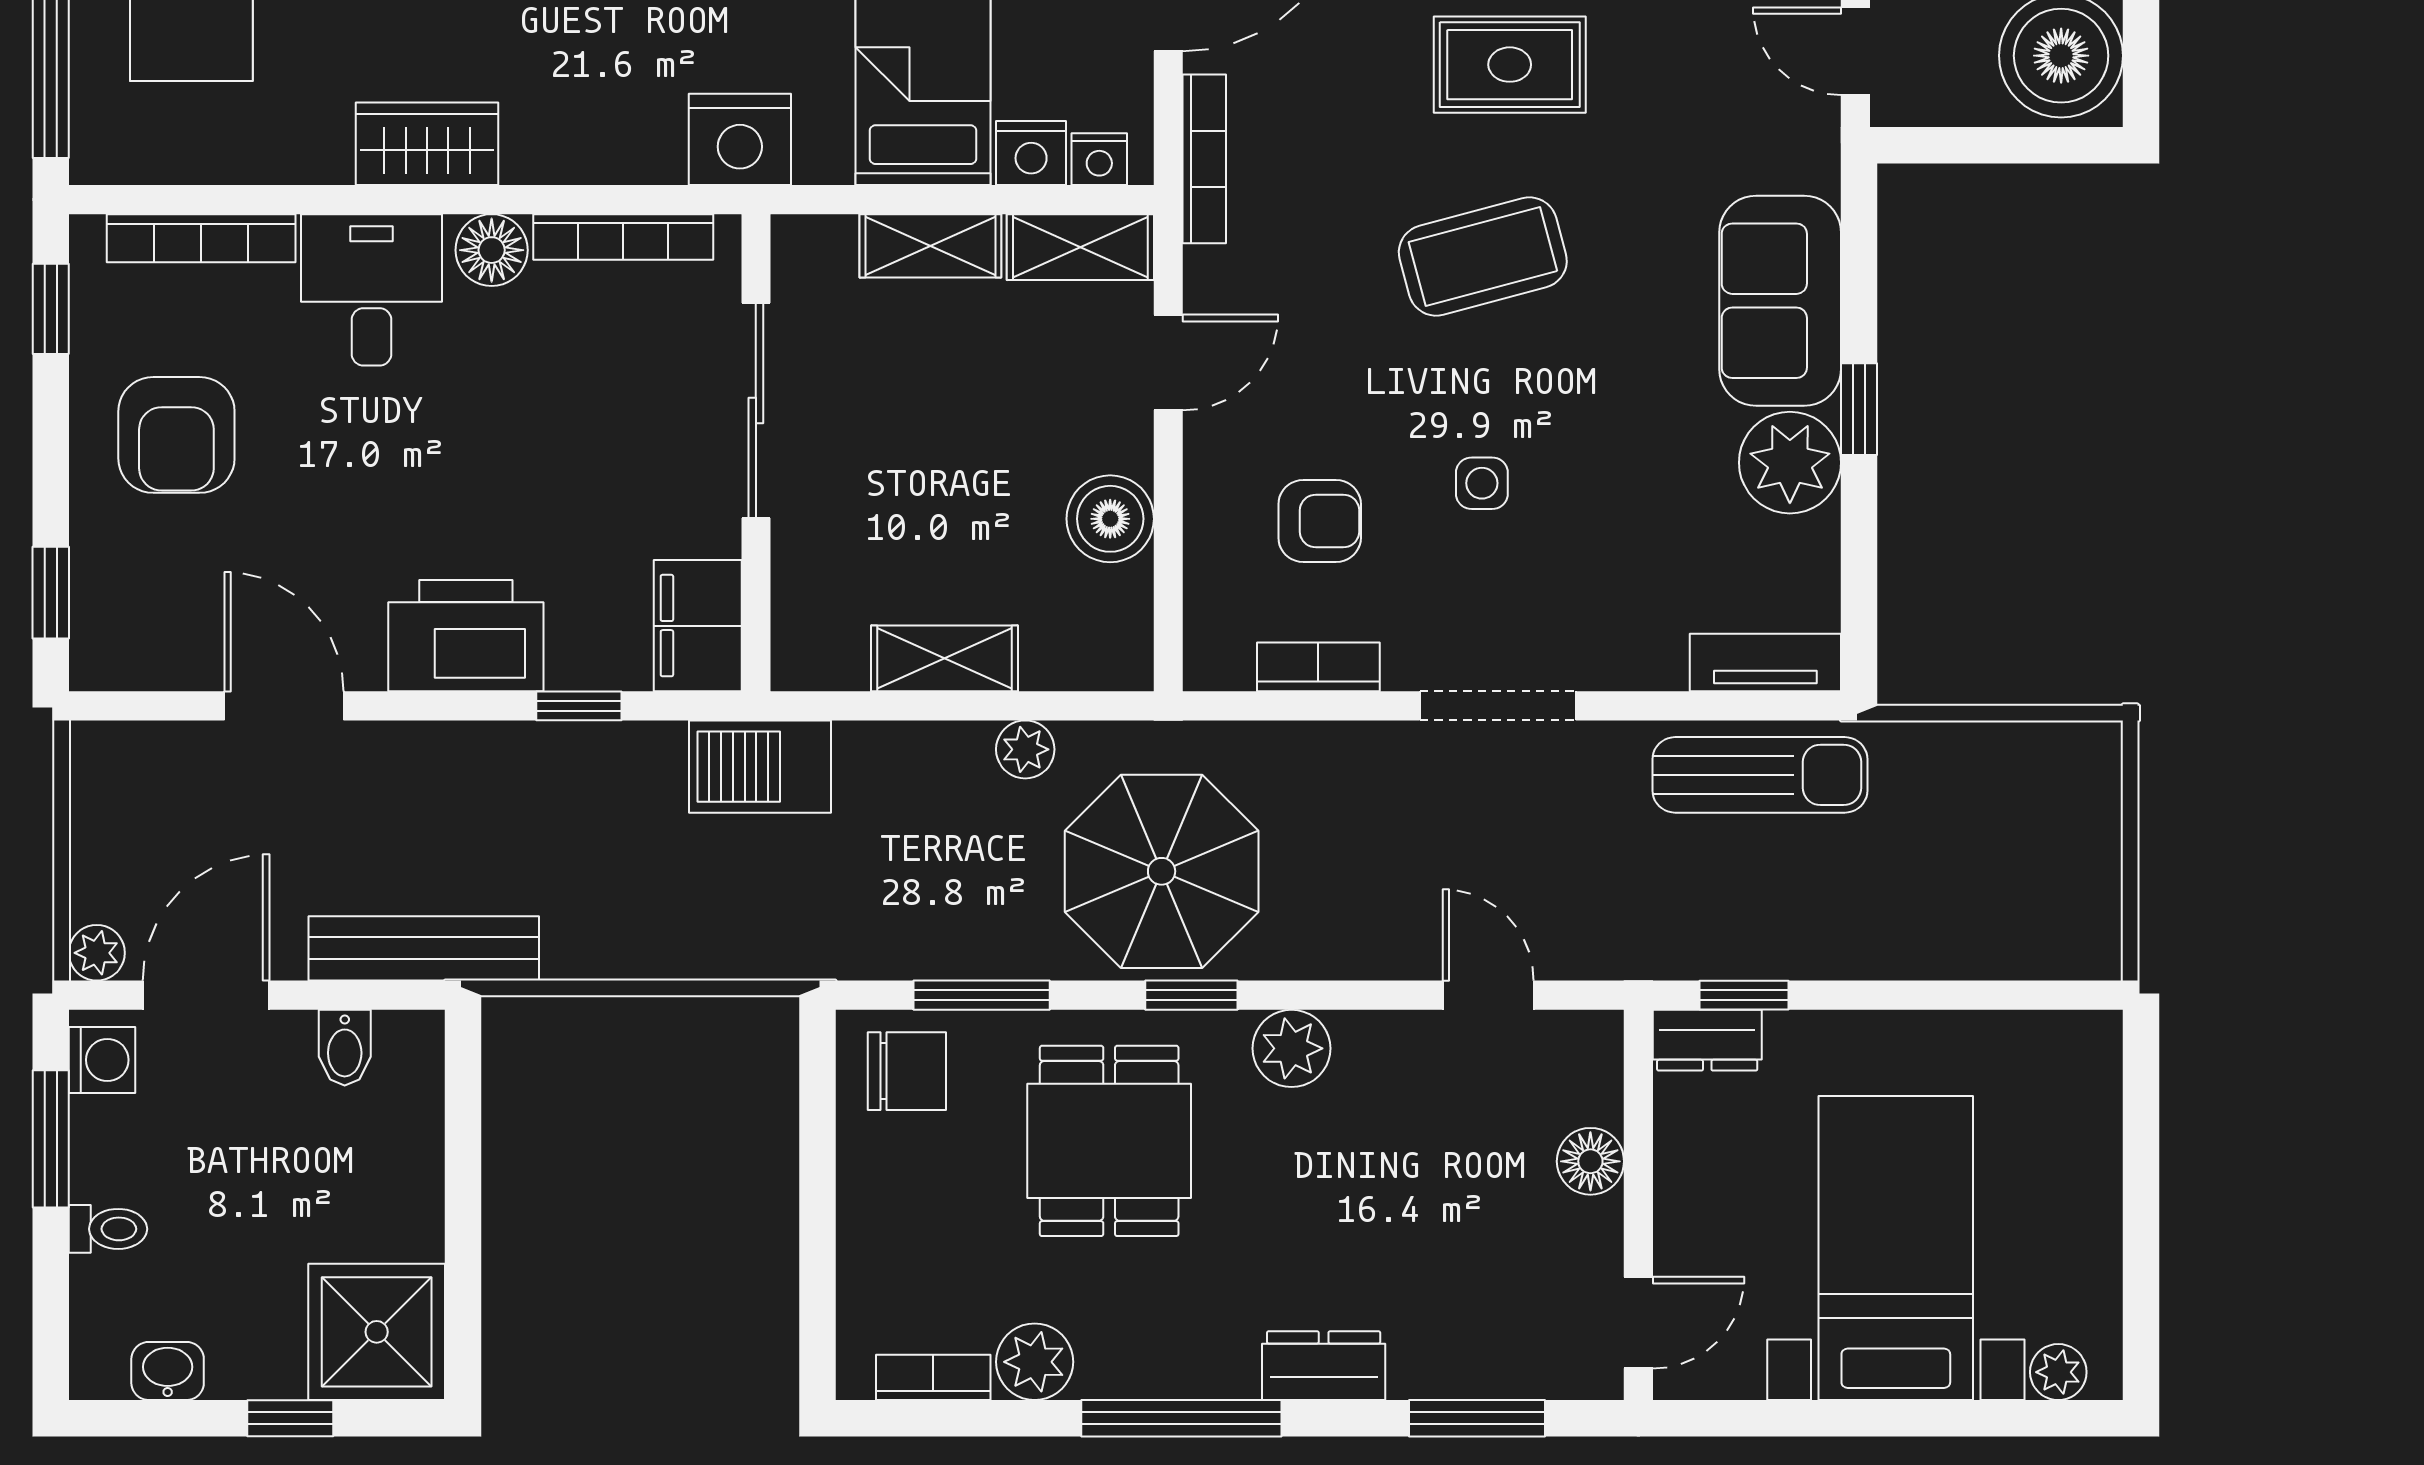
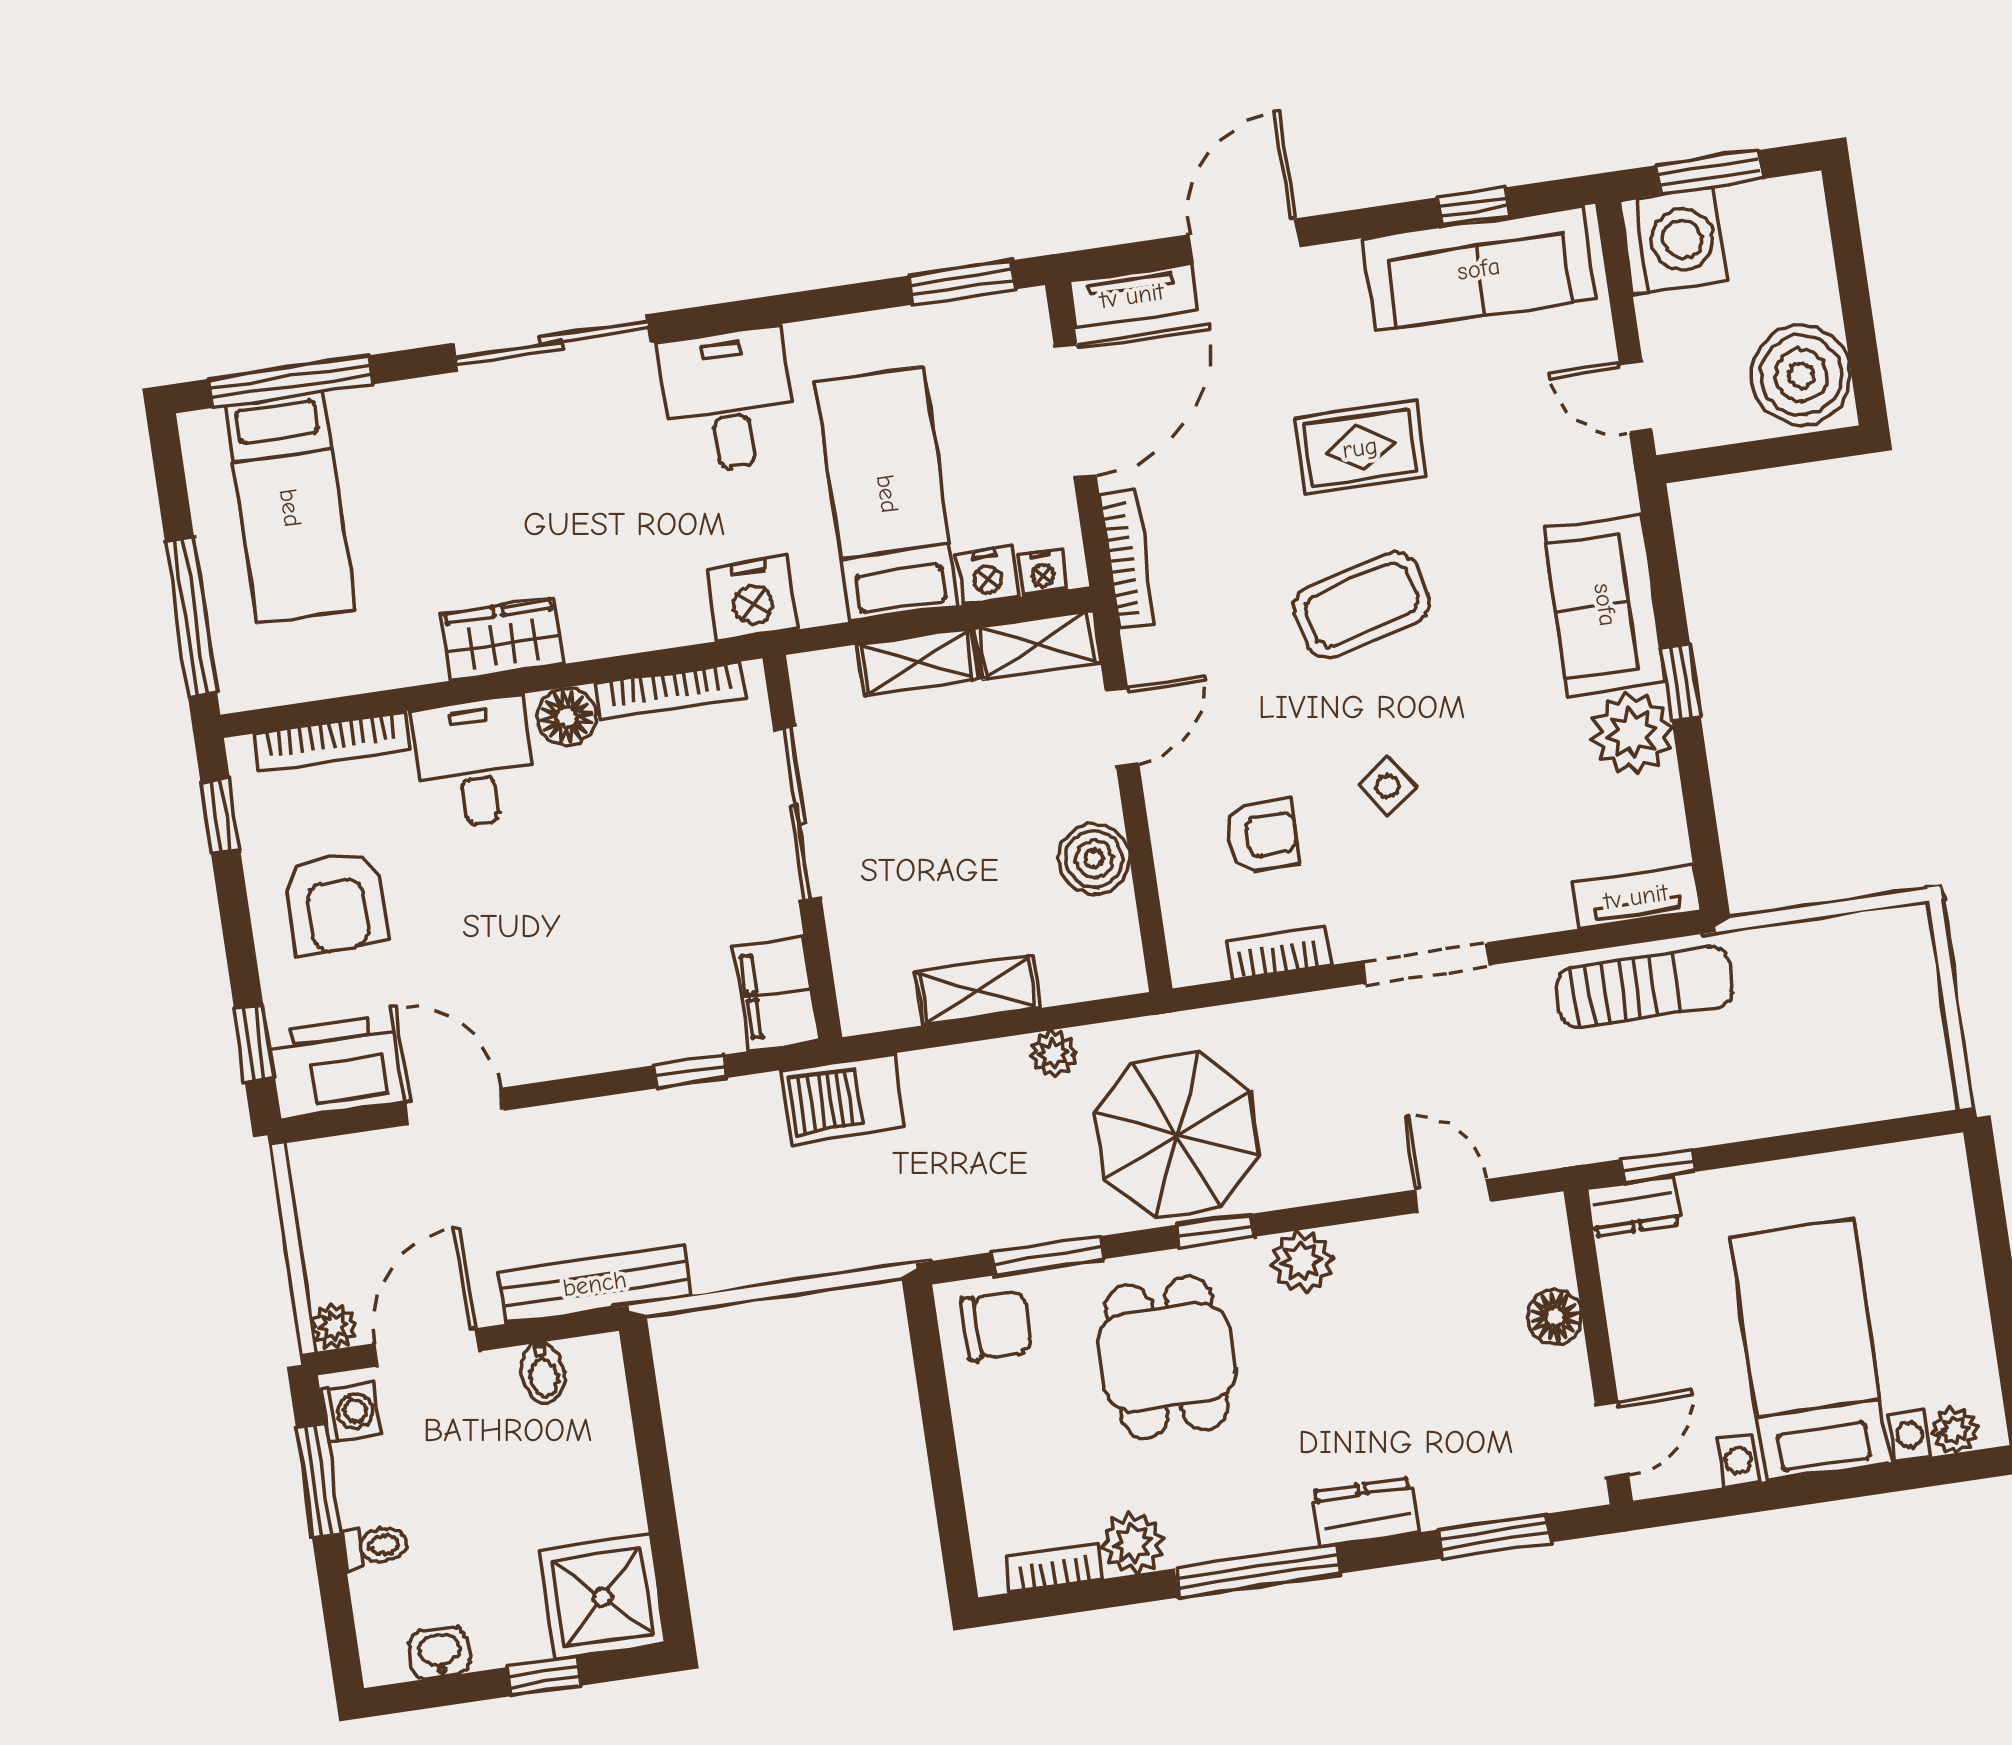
side table: (1482, 483) -> (1388, 786), turned -35
printer: (466, 636) -> (336, 1066), moved

